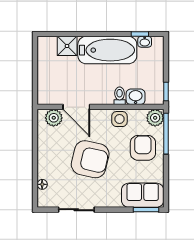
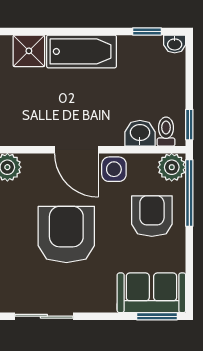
washbasin: (145, 42) -> (175, 44), moved
bathtub: (107, 50) -> (81, 51), width x0.73, depth x0.73
toilet: (120, 96) -> (166, 132), moved
door: (76, 107) -> (76, 150), moved
armchair: (90, 159) -> (66, 234), turned -103

